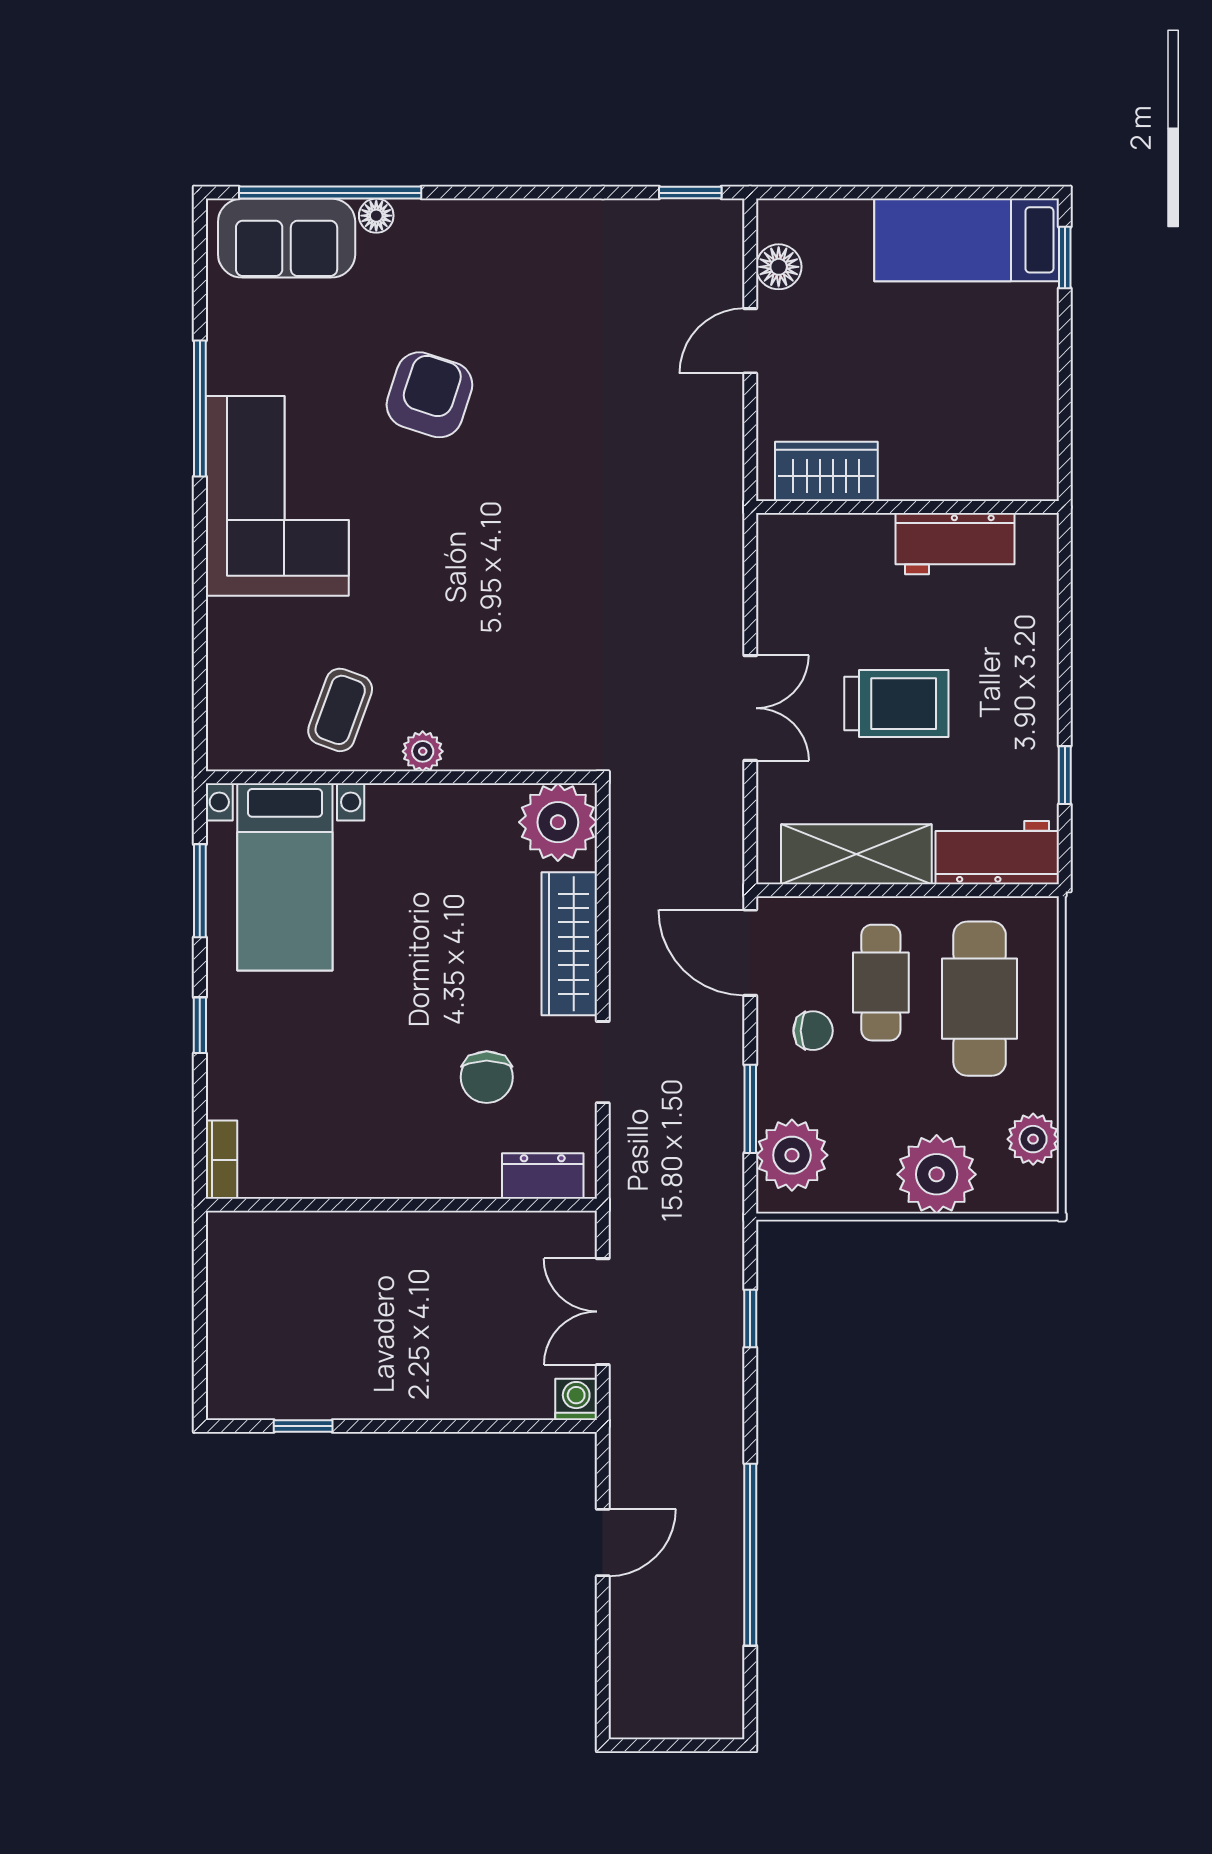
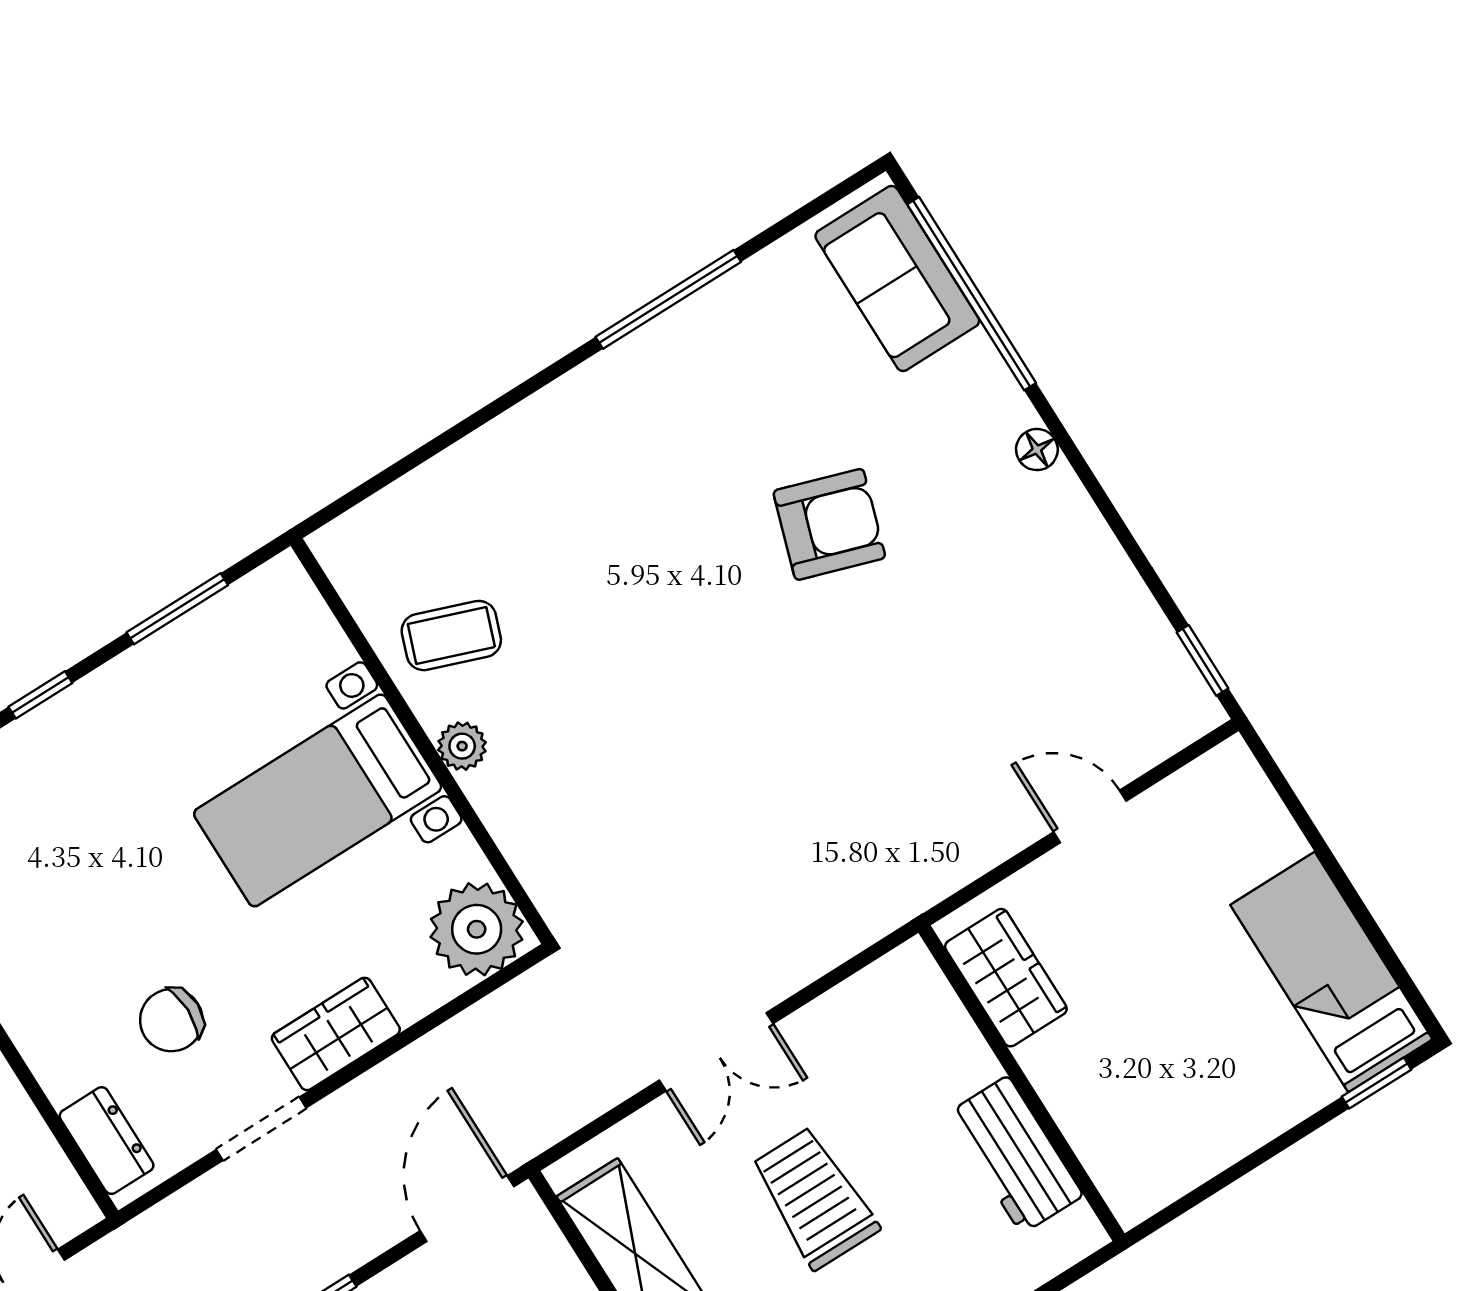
floor lamp: (376, 216) -> (1037, 450), moved
floor lamp: (779, 267) -> (1184, 798), removed
corner sofa: (277, 496) -> (629, 434), removed
trolley: (896, 704) -> (814, 1198), turned 180
bed with nightstands: (285, 877) -> (318, 800), moved
wardrobe: (569, 944) -> (336, 1034), width x0.67

